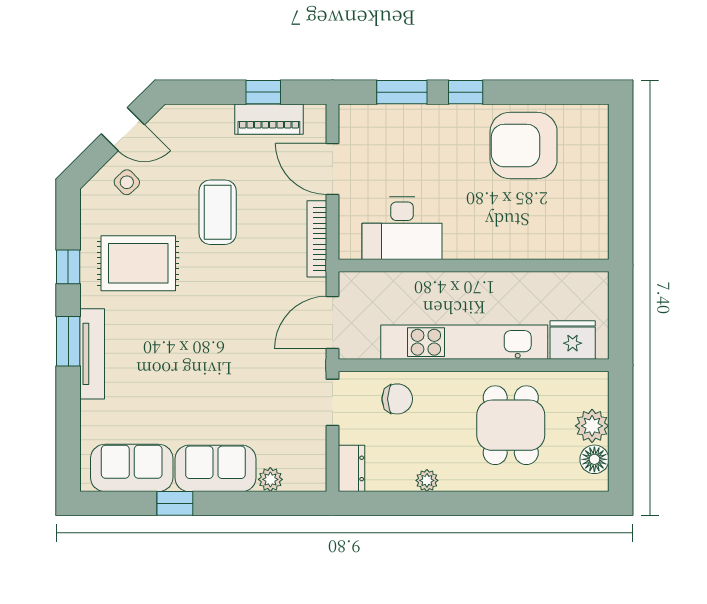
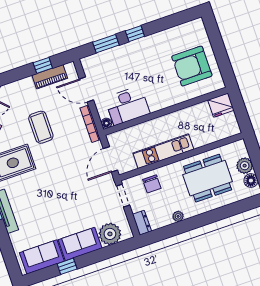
armchair: (524, 146) -> (192, 66), moved
floor lamp: (349, 249) -> (106, 123), added
fridge: (573, 340) -> (221, 105), moved, turned 180
kitchen unit: (464, 342) -> (163, 151), width x0.73
chair: (397, 399) -> (152, 184), turned 90
dining table: (511, 425) -> (208, 178), width x1.38
plant: (270, 479) -> (110, 234), width x1.88, depth x1.88

